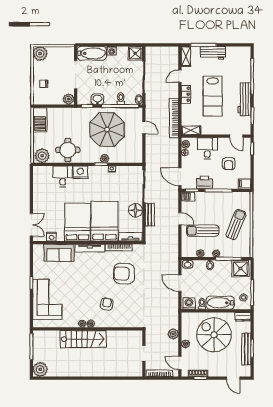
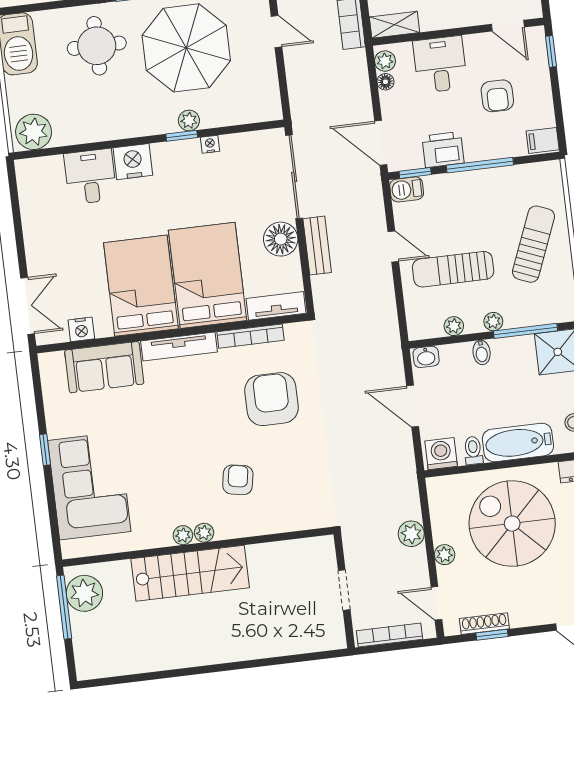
round table: (68, 150) -> (97, 46), moved
armchair: (124, 274) -> (271, 399), turned 88
plant: (40, 369) -> (84, 593), moved

